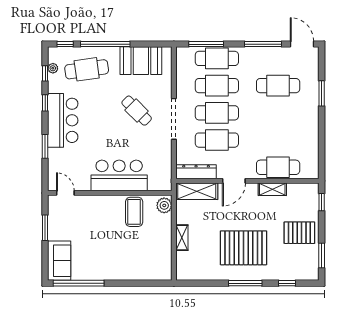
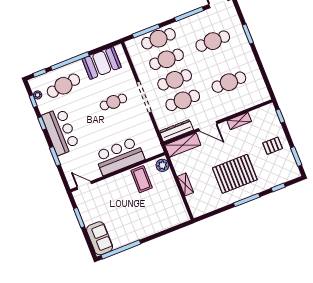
cafe table: (137, 111) -> (113, 102), turned -45
cafe table: (278, 167) -> (229, 82), moved
door: (234, 181) -> (208, 126), hinge flipped
pallet: (299, 233) -> (273, 146), width x0.67, depth x0.71

